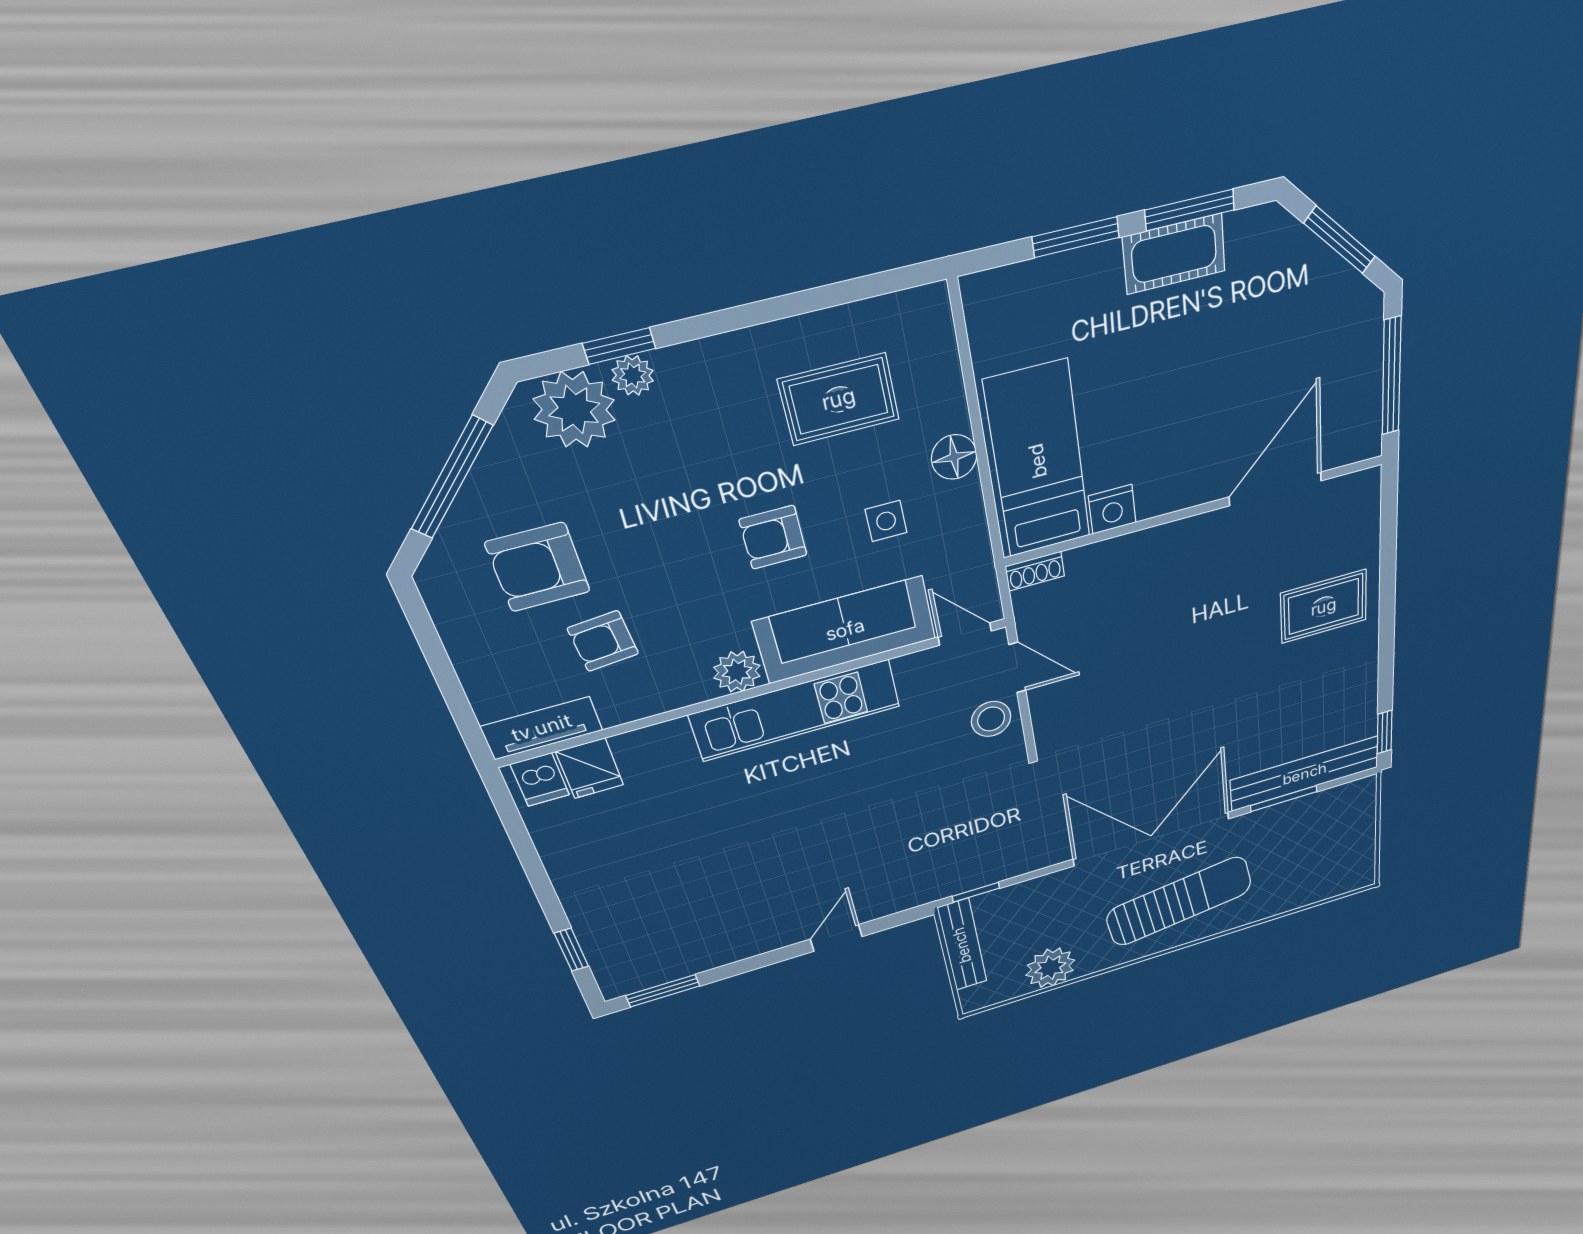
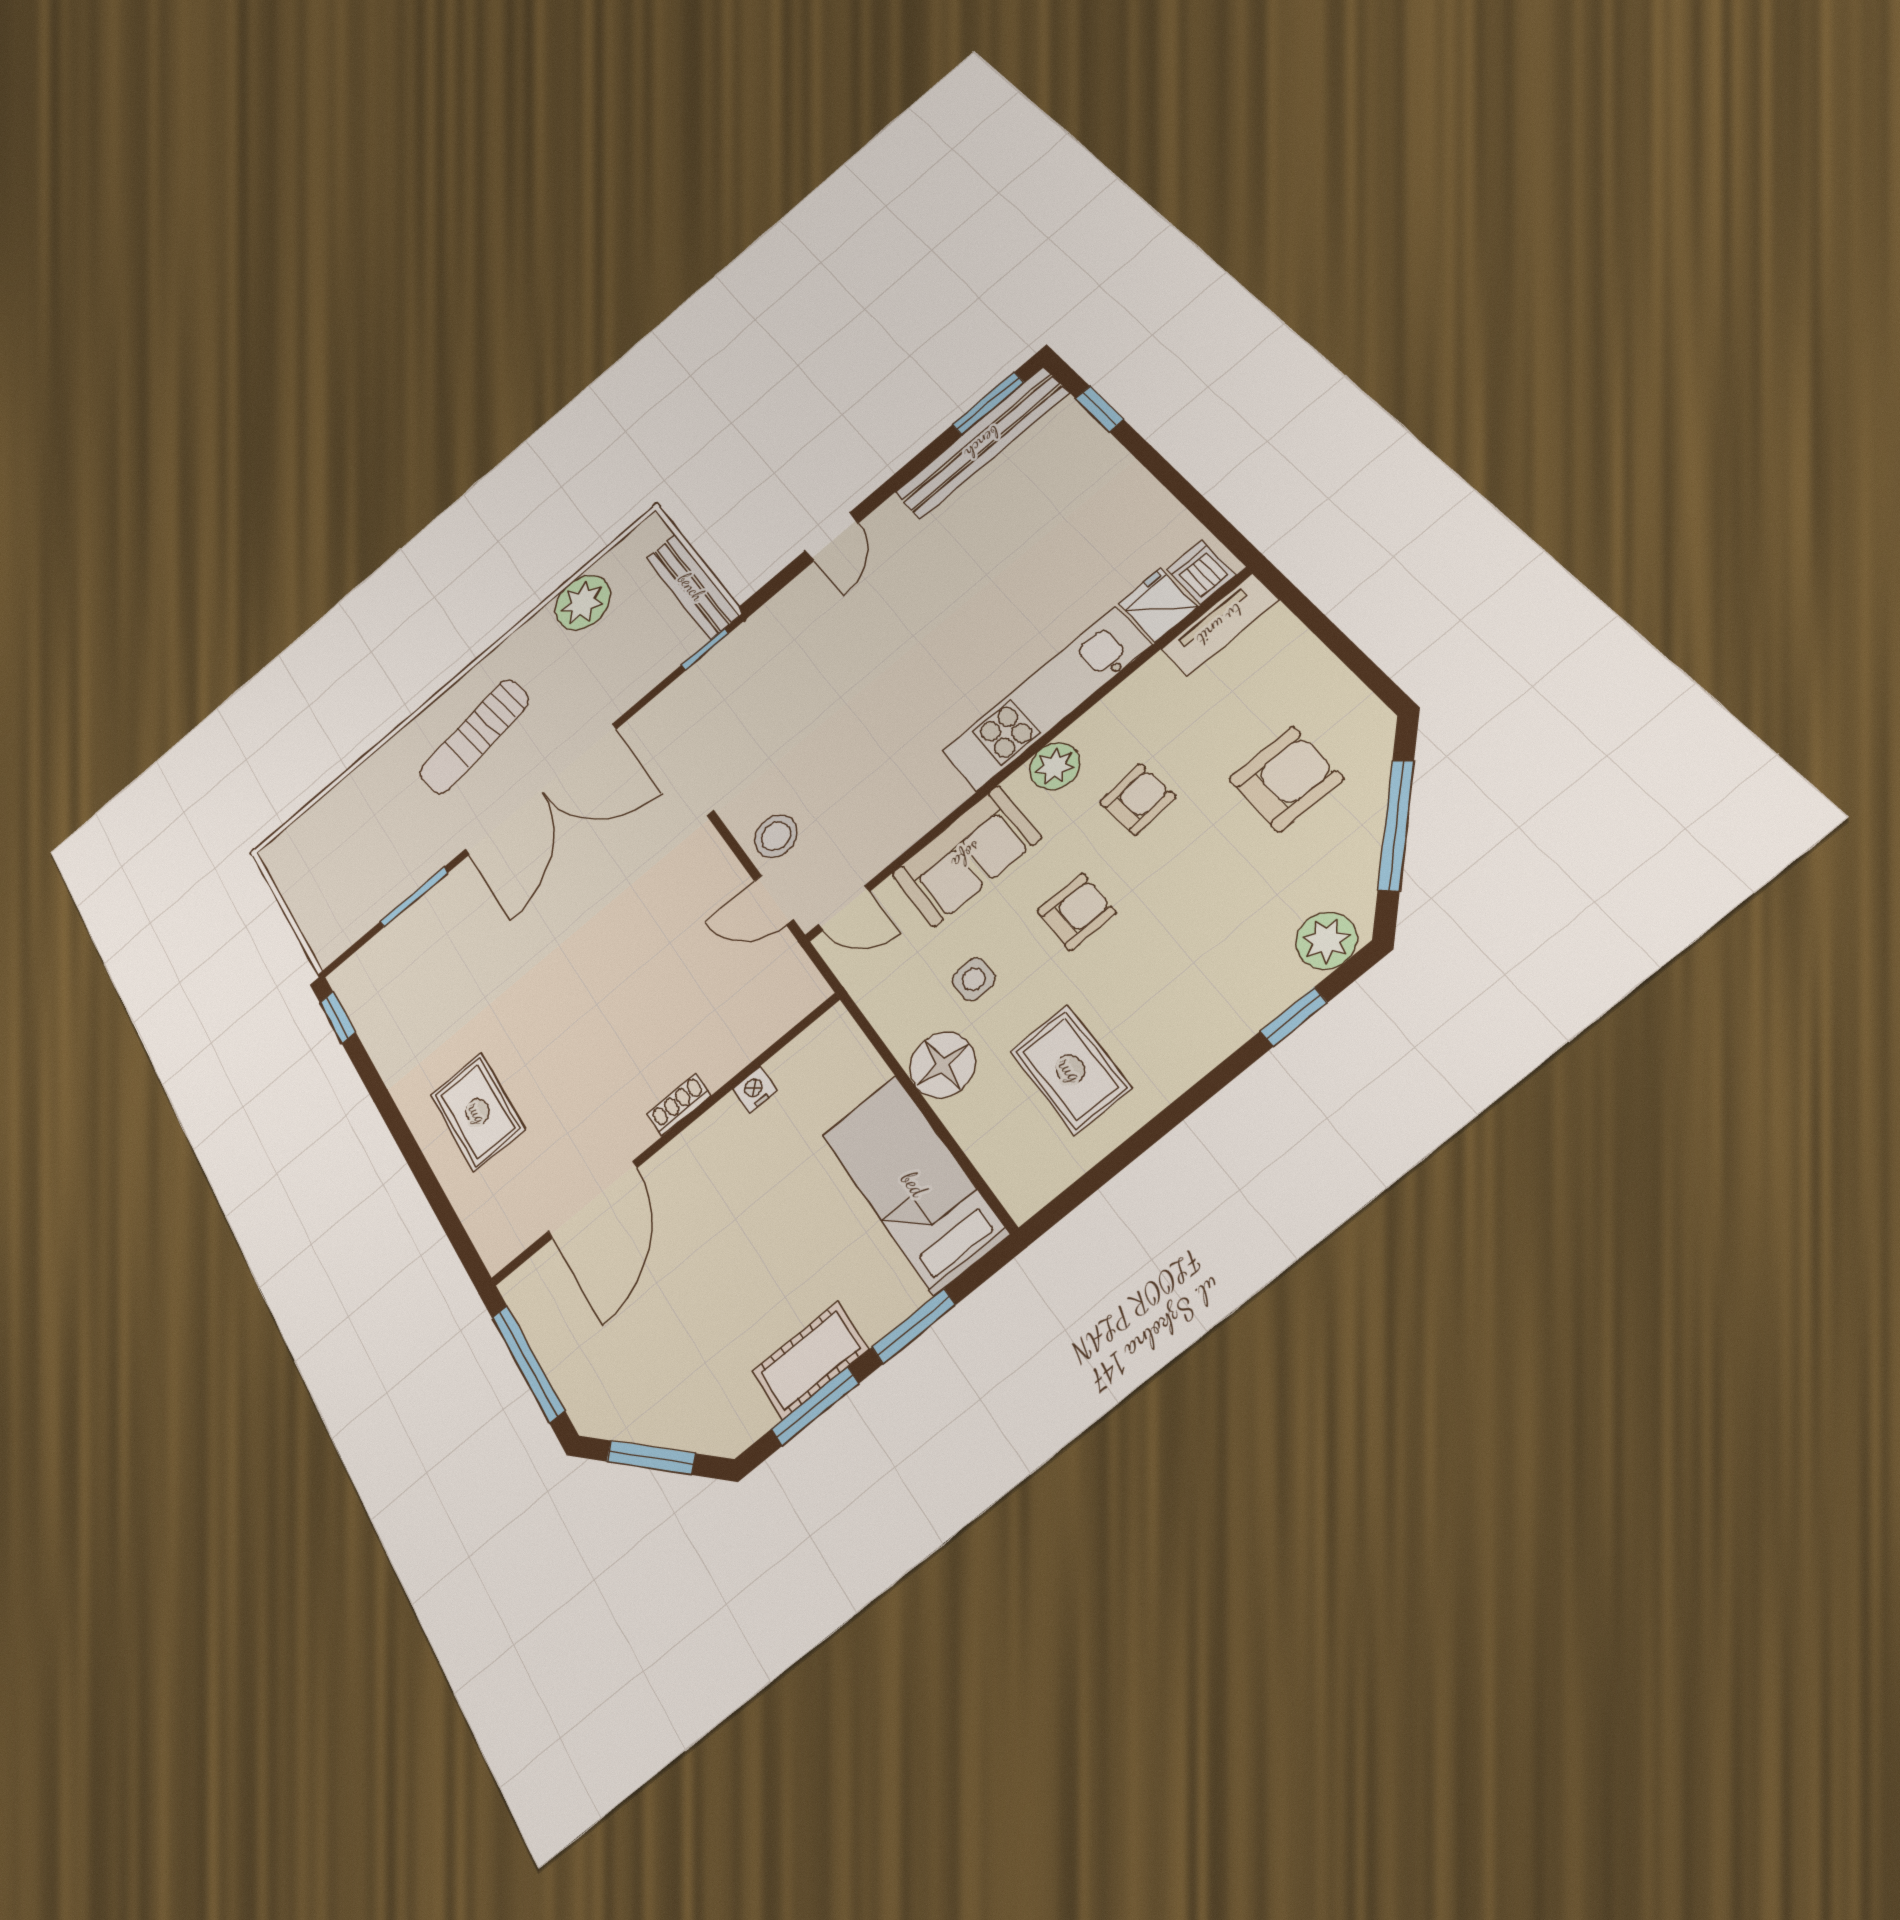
plant: (633, 375) -> (1271, 997), removed
rug: (839, 399) -> (1071, 1069), turned 90
plant: (574, 410) -> (1326, 941), width x0.73, depth x0.73
floor lamp: (954, 457) -> (943, 1065), width x1.38, depth x1.38
bed: (1038, 461) -> (914, 1184), moved, turned 180
nightstand: (1112, 509) -> (755, 1090), width x0.72, depth x0.74
shoe rack: (1035, 571) -> (679, 1105), moved
rug: (1324, 607) -> (478, 1112), turned 90
sofa: (845, 630) -> (966, 856), width x0.73
armchair: (603, 641) -> (1137, 799), moved
kitchen unit: (796, 710) -> (1046, 699), moved
bench: (1305, 774) -> (982, 443), moved
sun lounger: (1179, 901) -> (474, 737), width x0.73, depth x0.75

